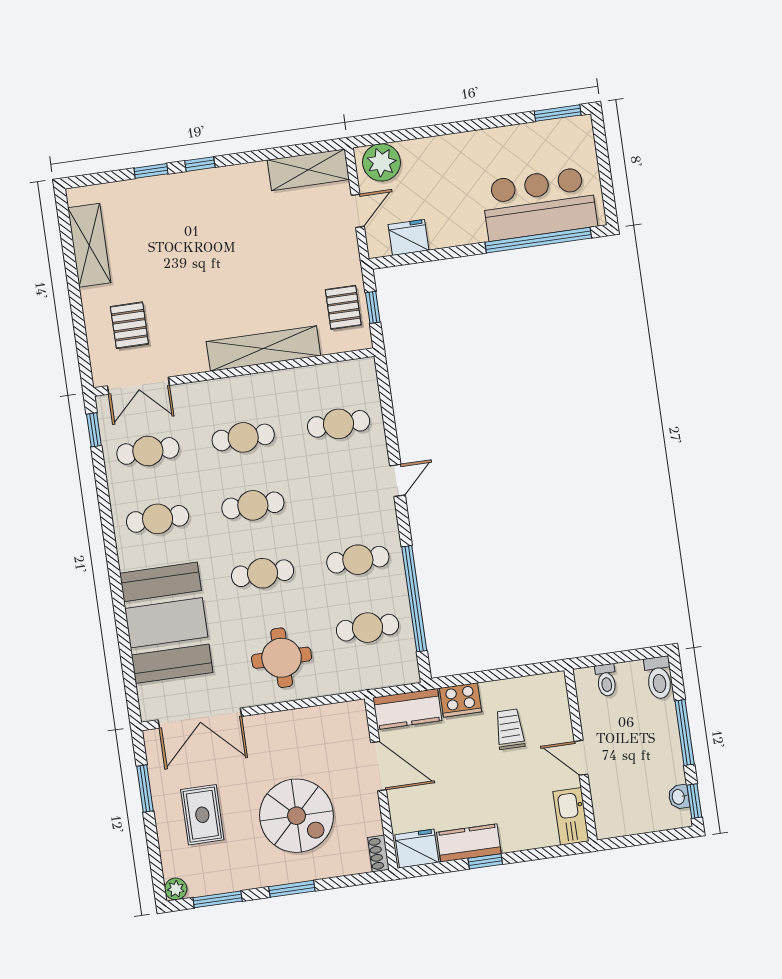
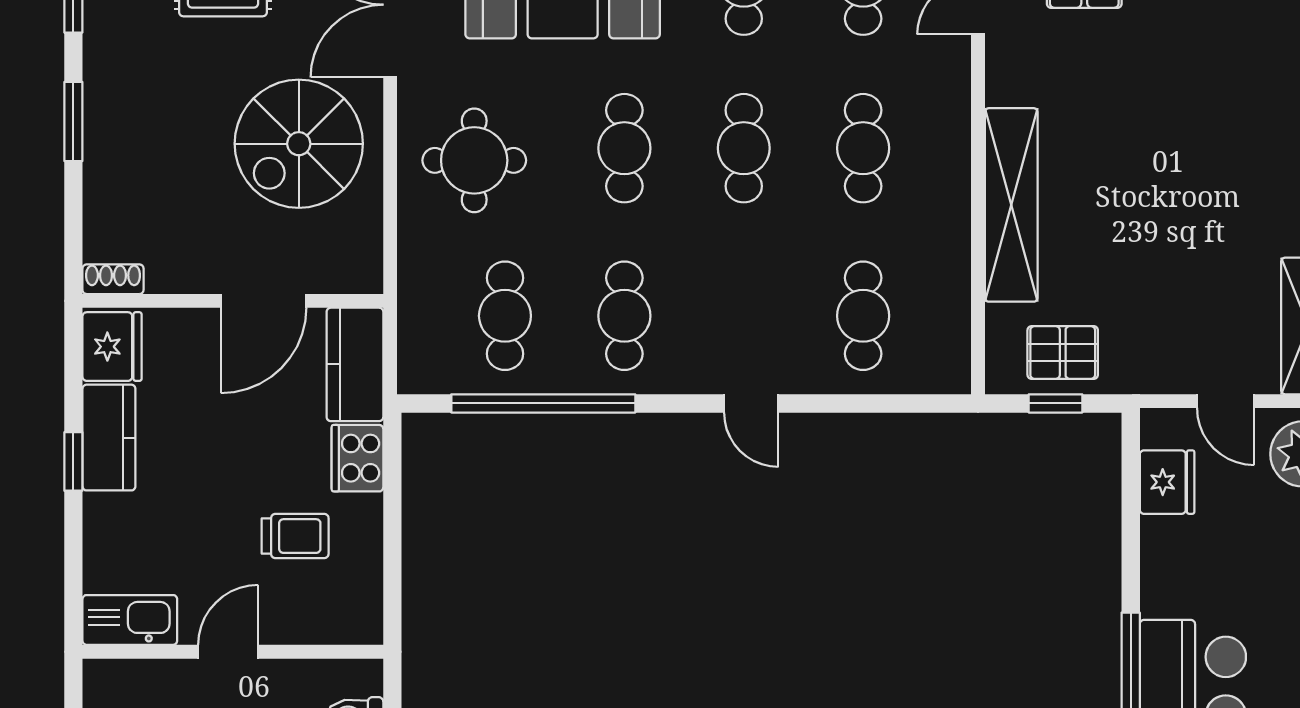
spiral stairs: (297, 816) -> (299, 144), moved

